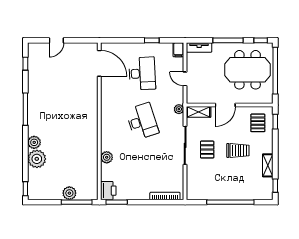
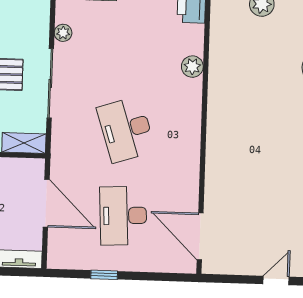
filing cabinet: (178, 50) -> (57, 256), removed
door: (185, 79) -> (46, 203), width x1.88
plant: (179, 109) -> (63, 33), moved

